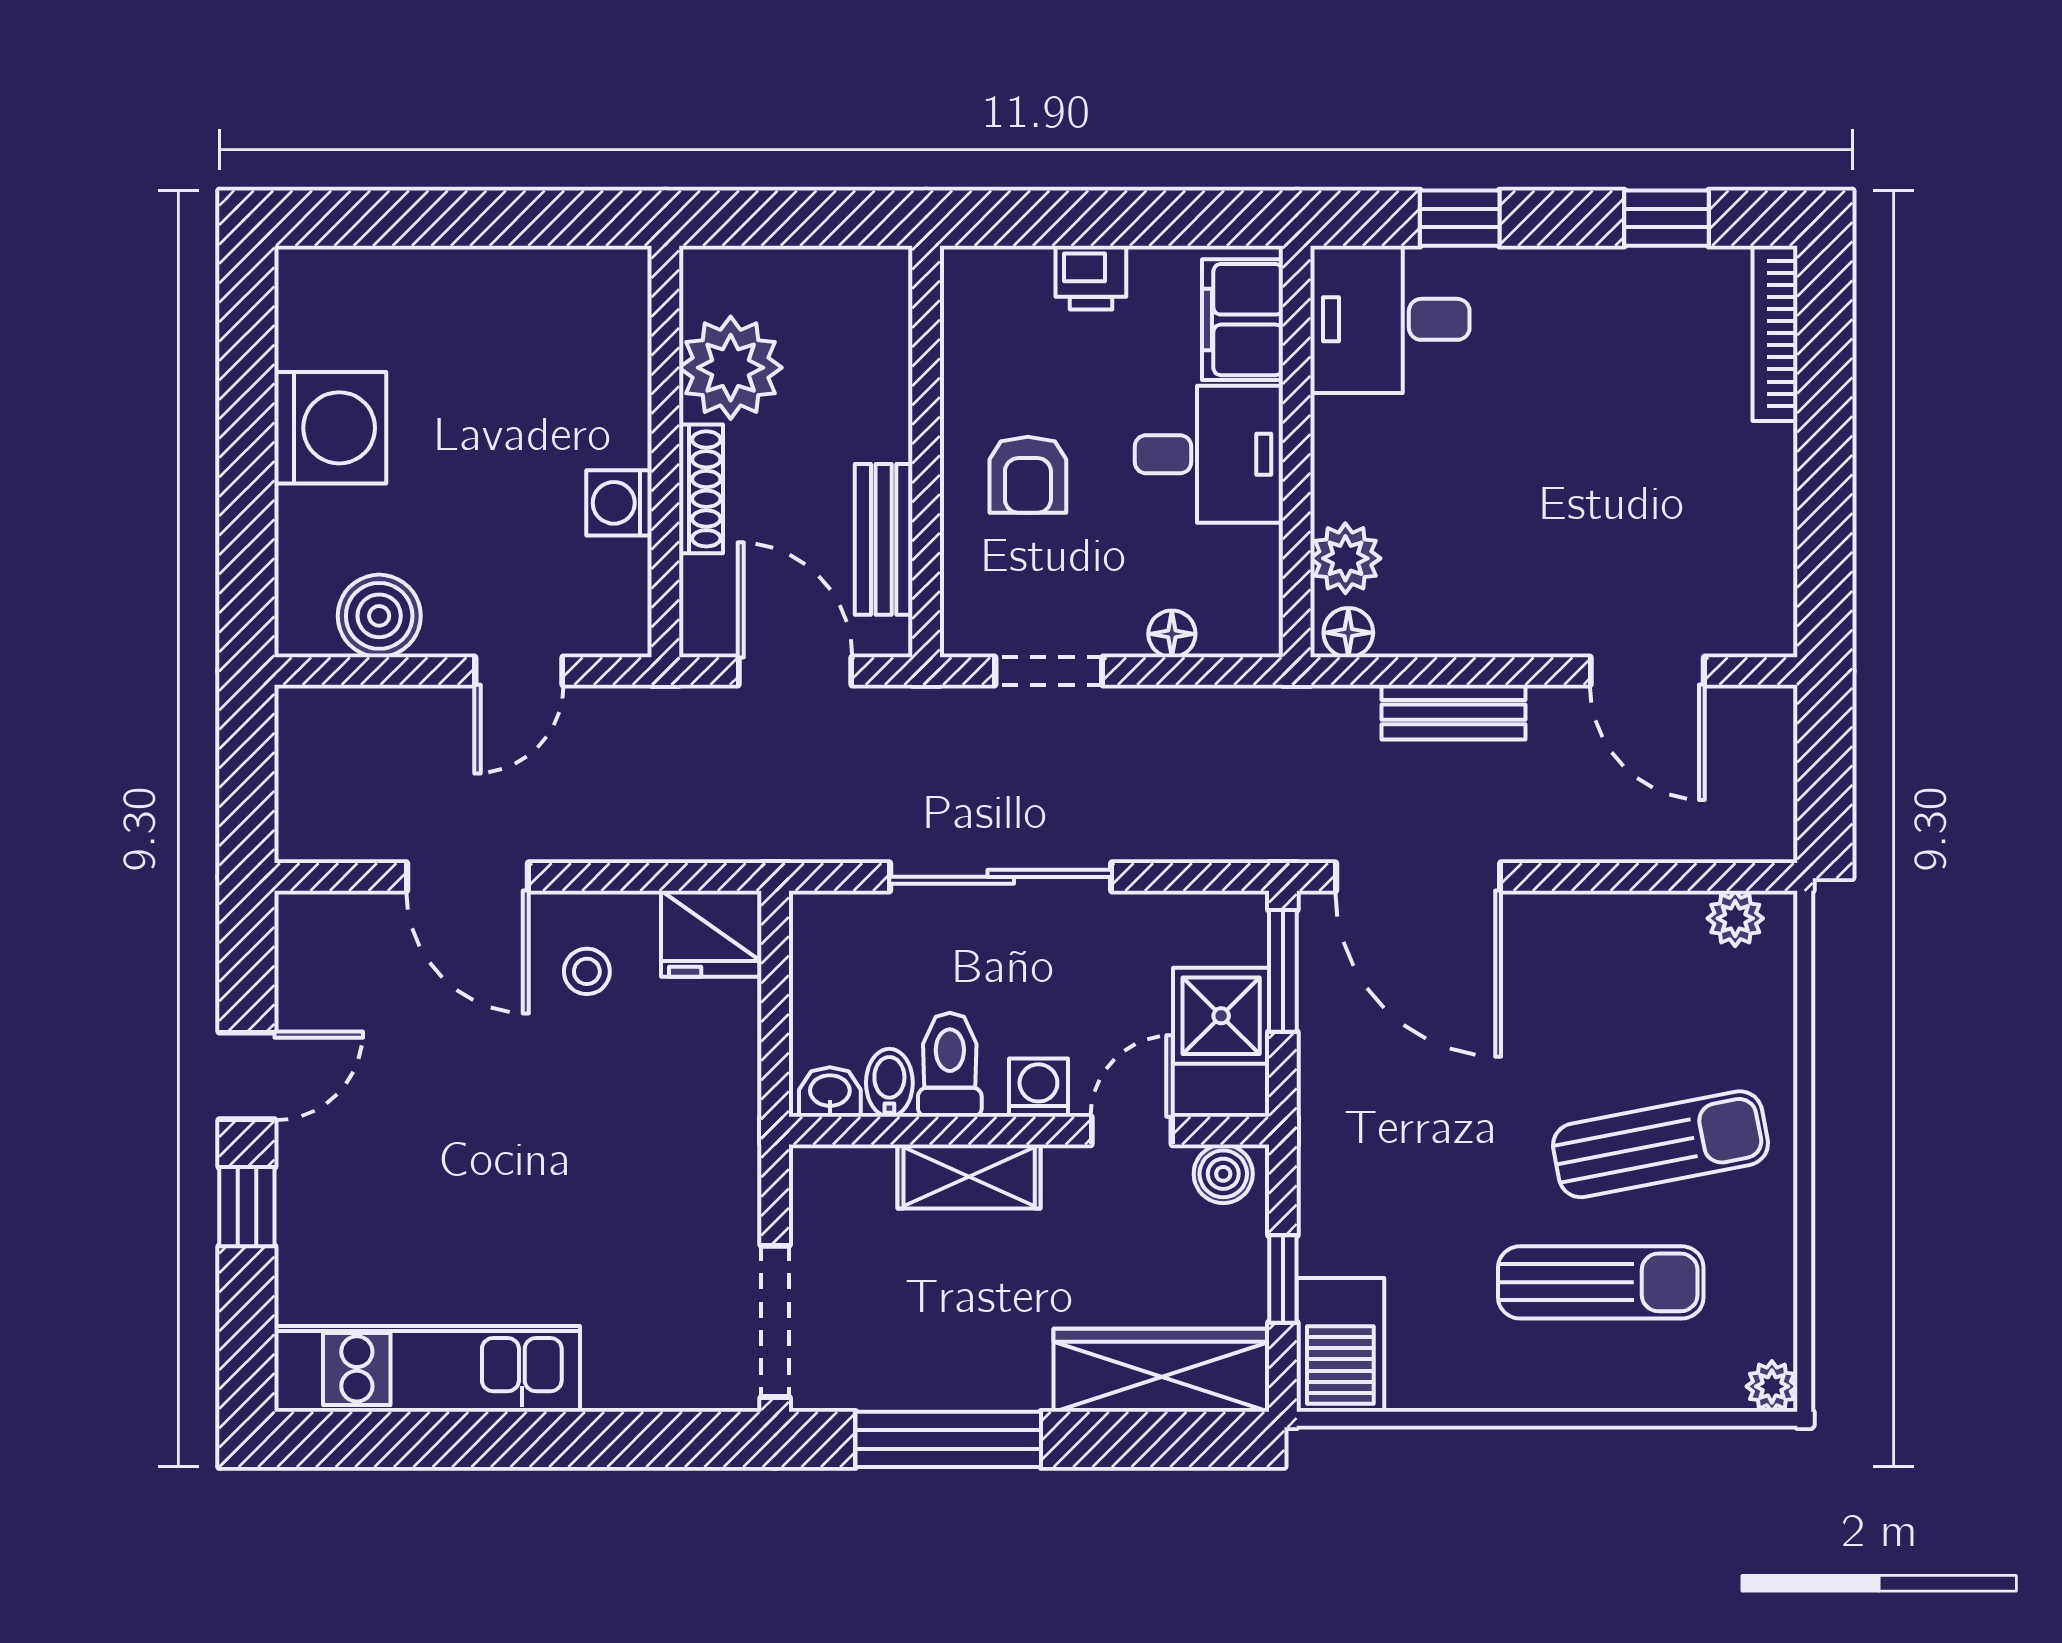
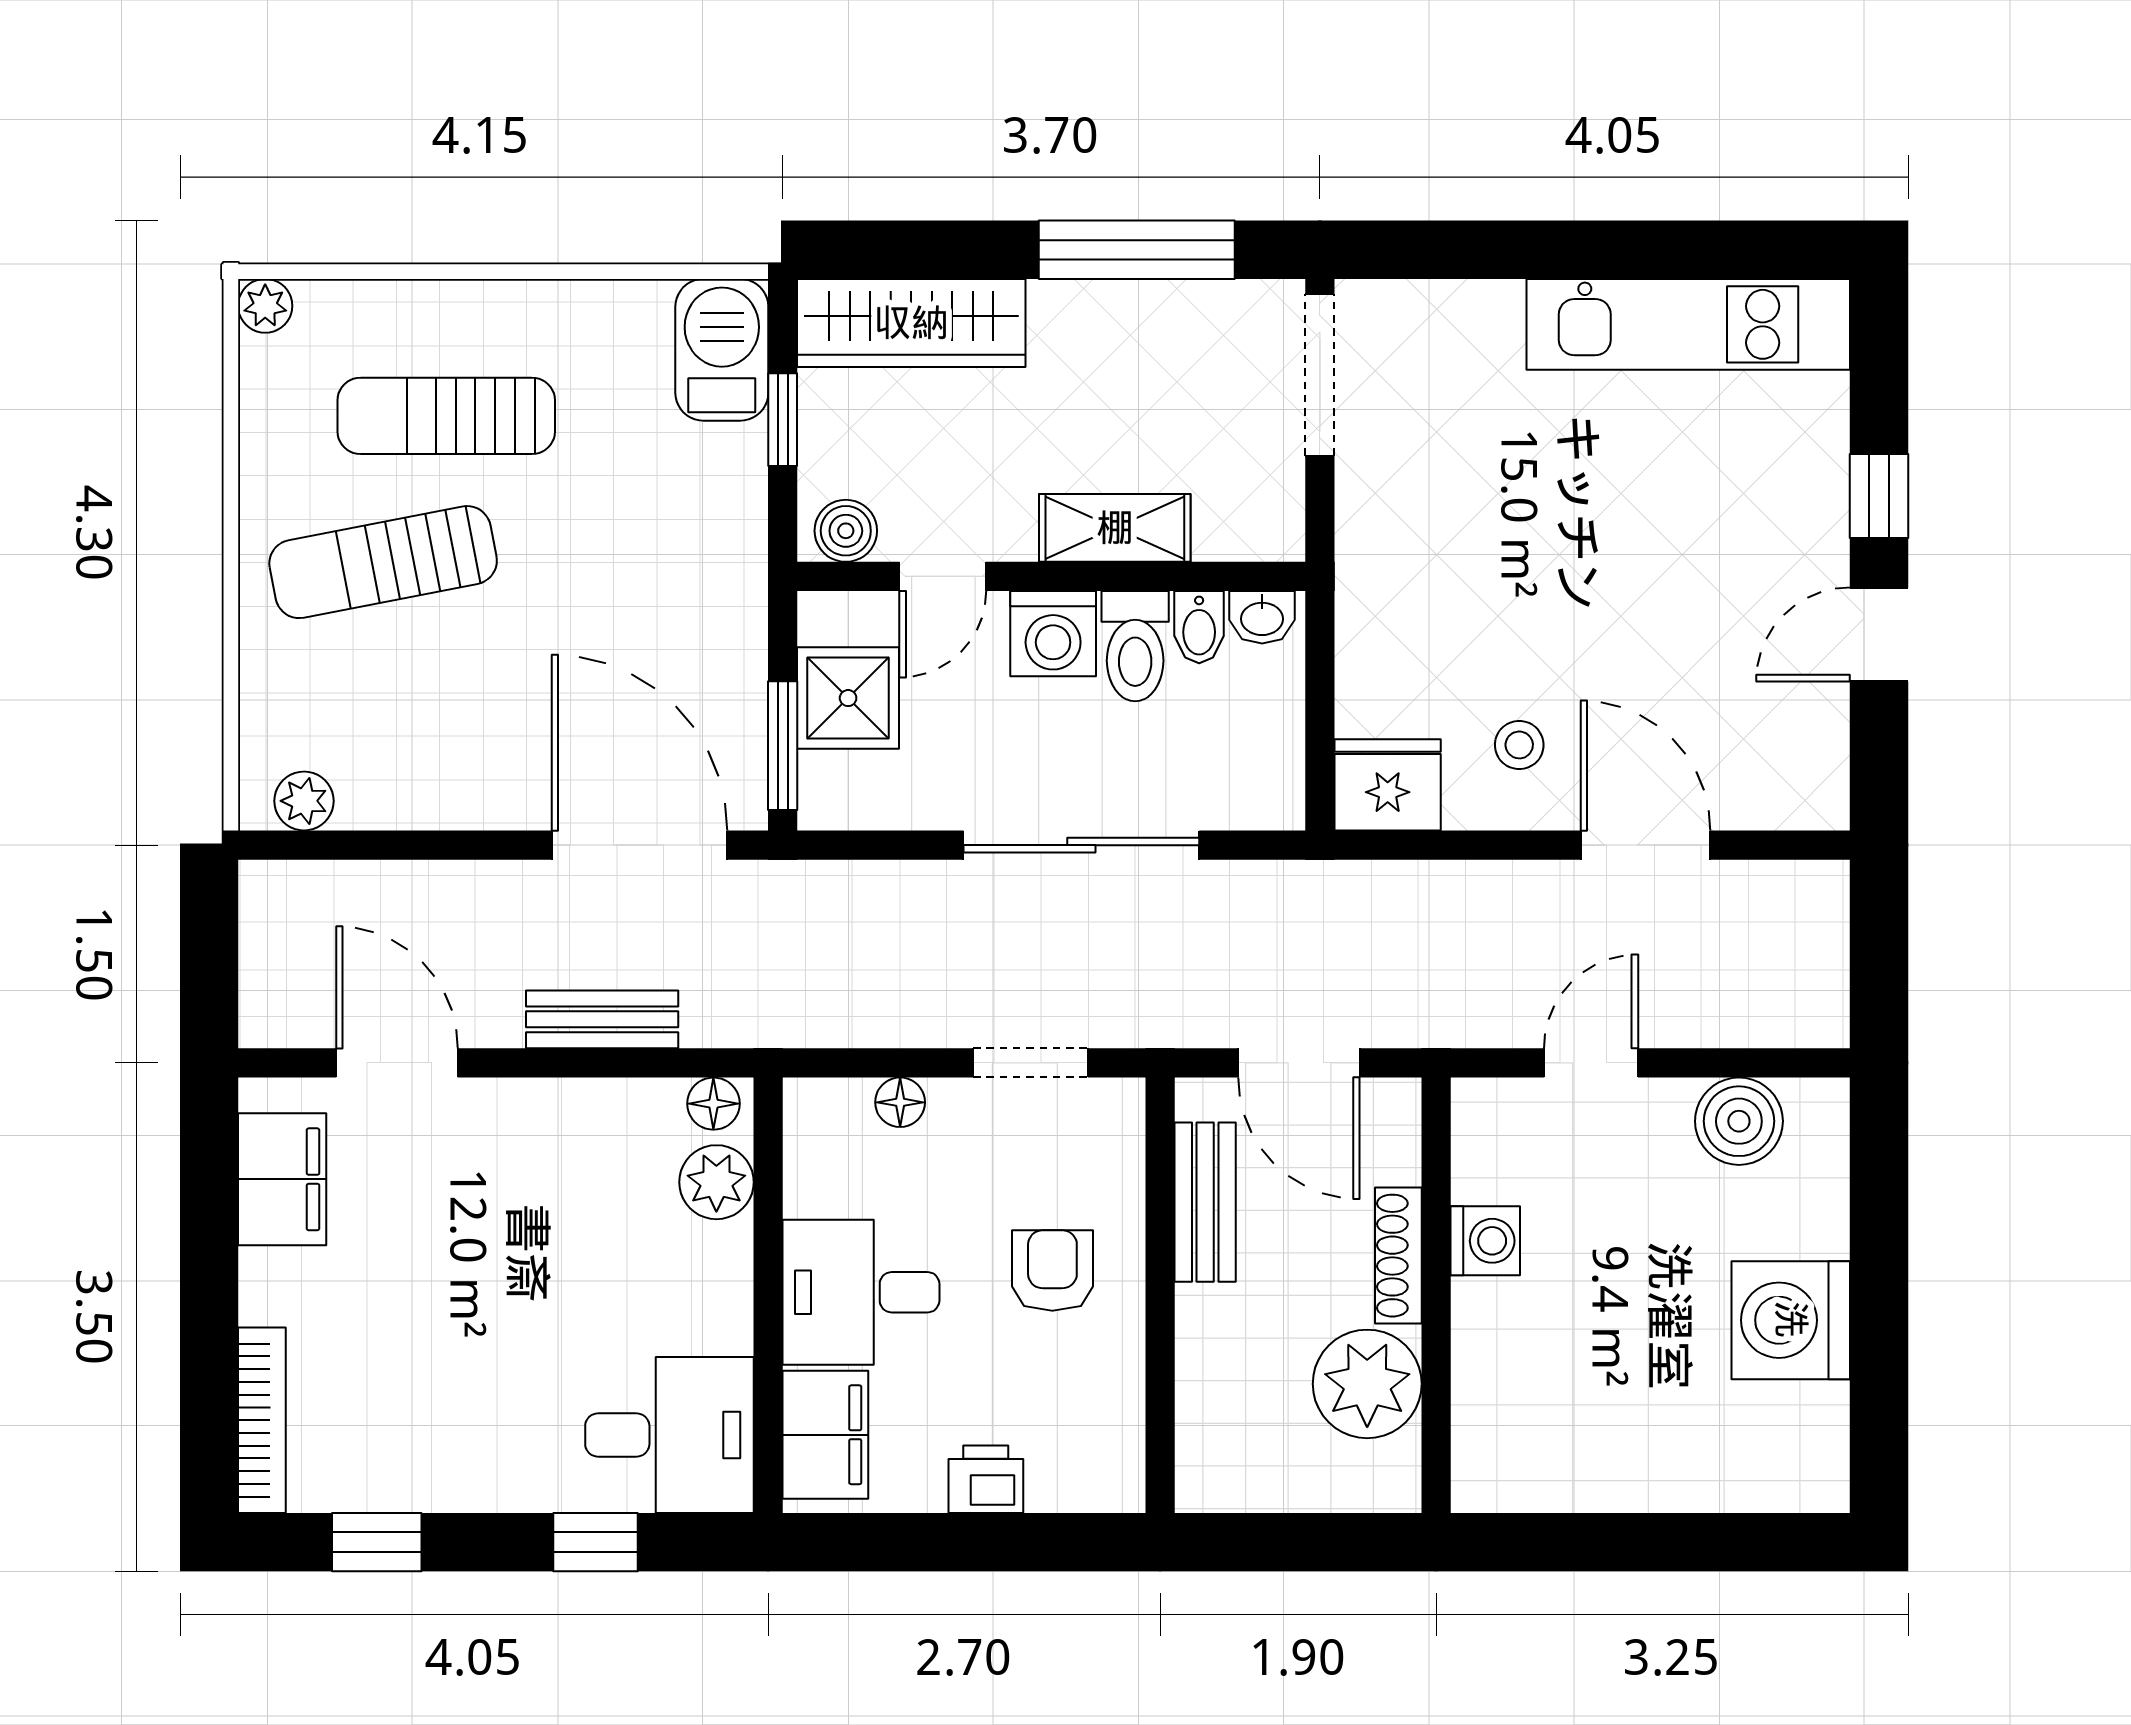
filing cabinet: (1756, 561) -> (282, 1179), added
washing machine: (1038, 1088) -> (1053, 634), width x1.38, depth x1.38

